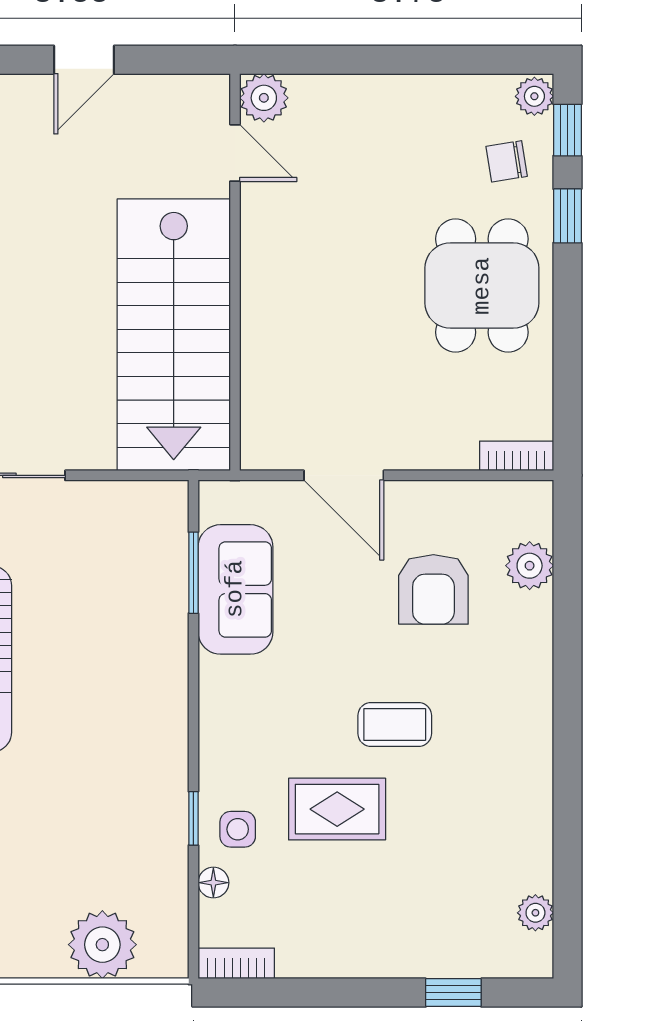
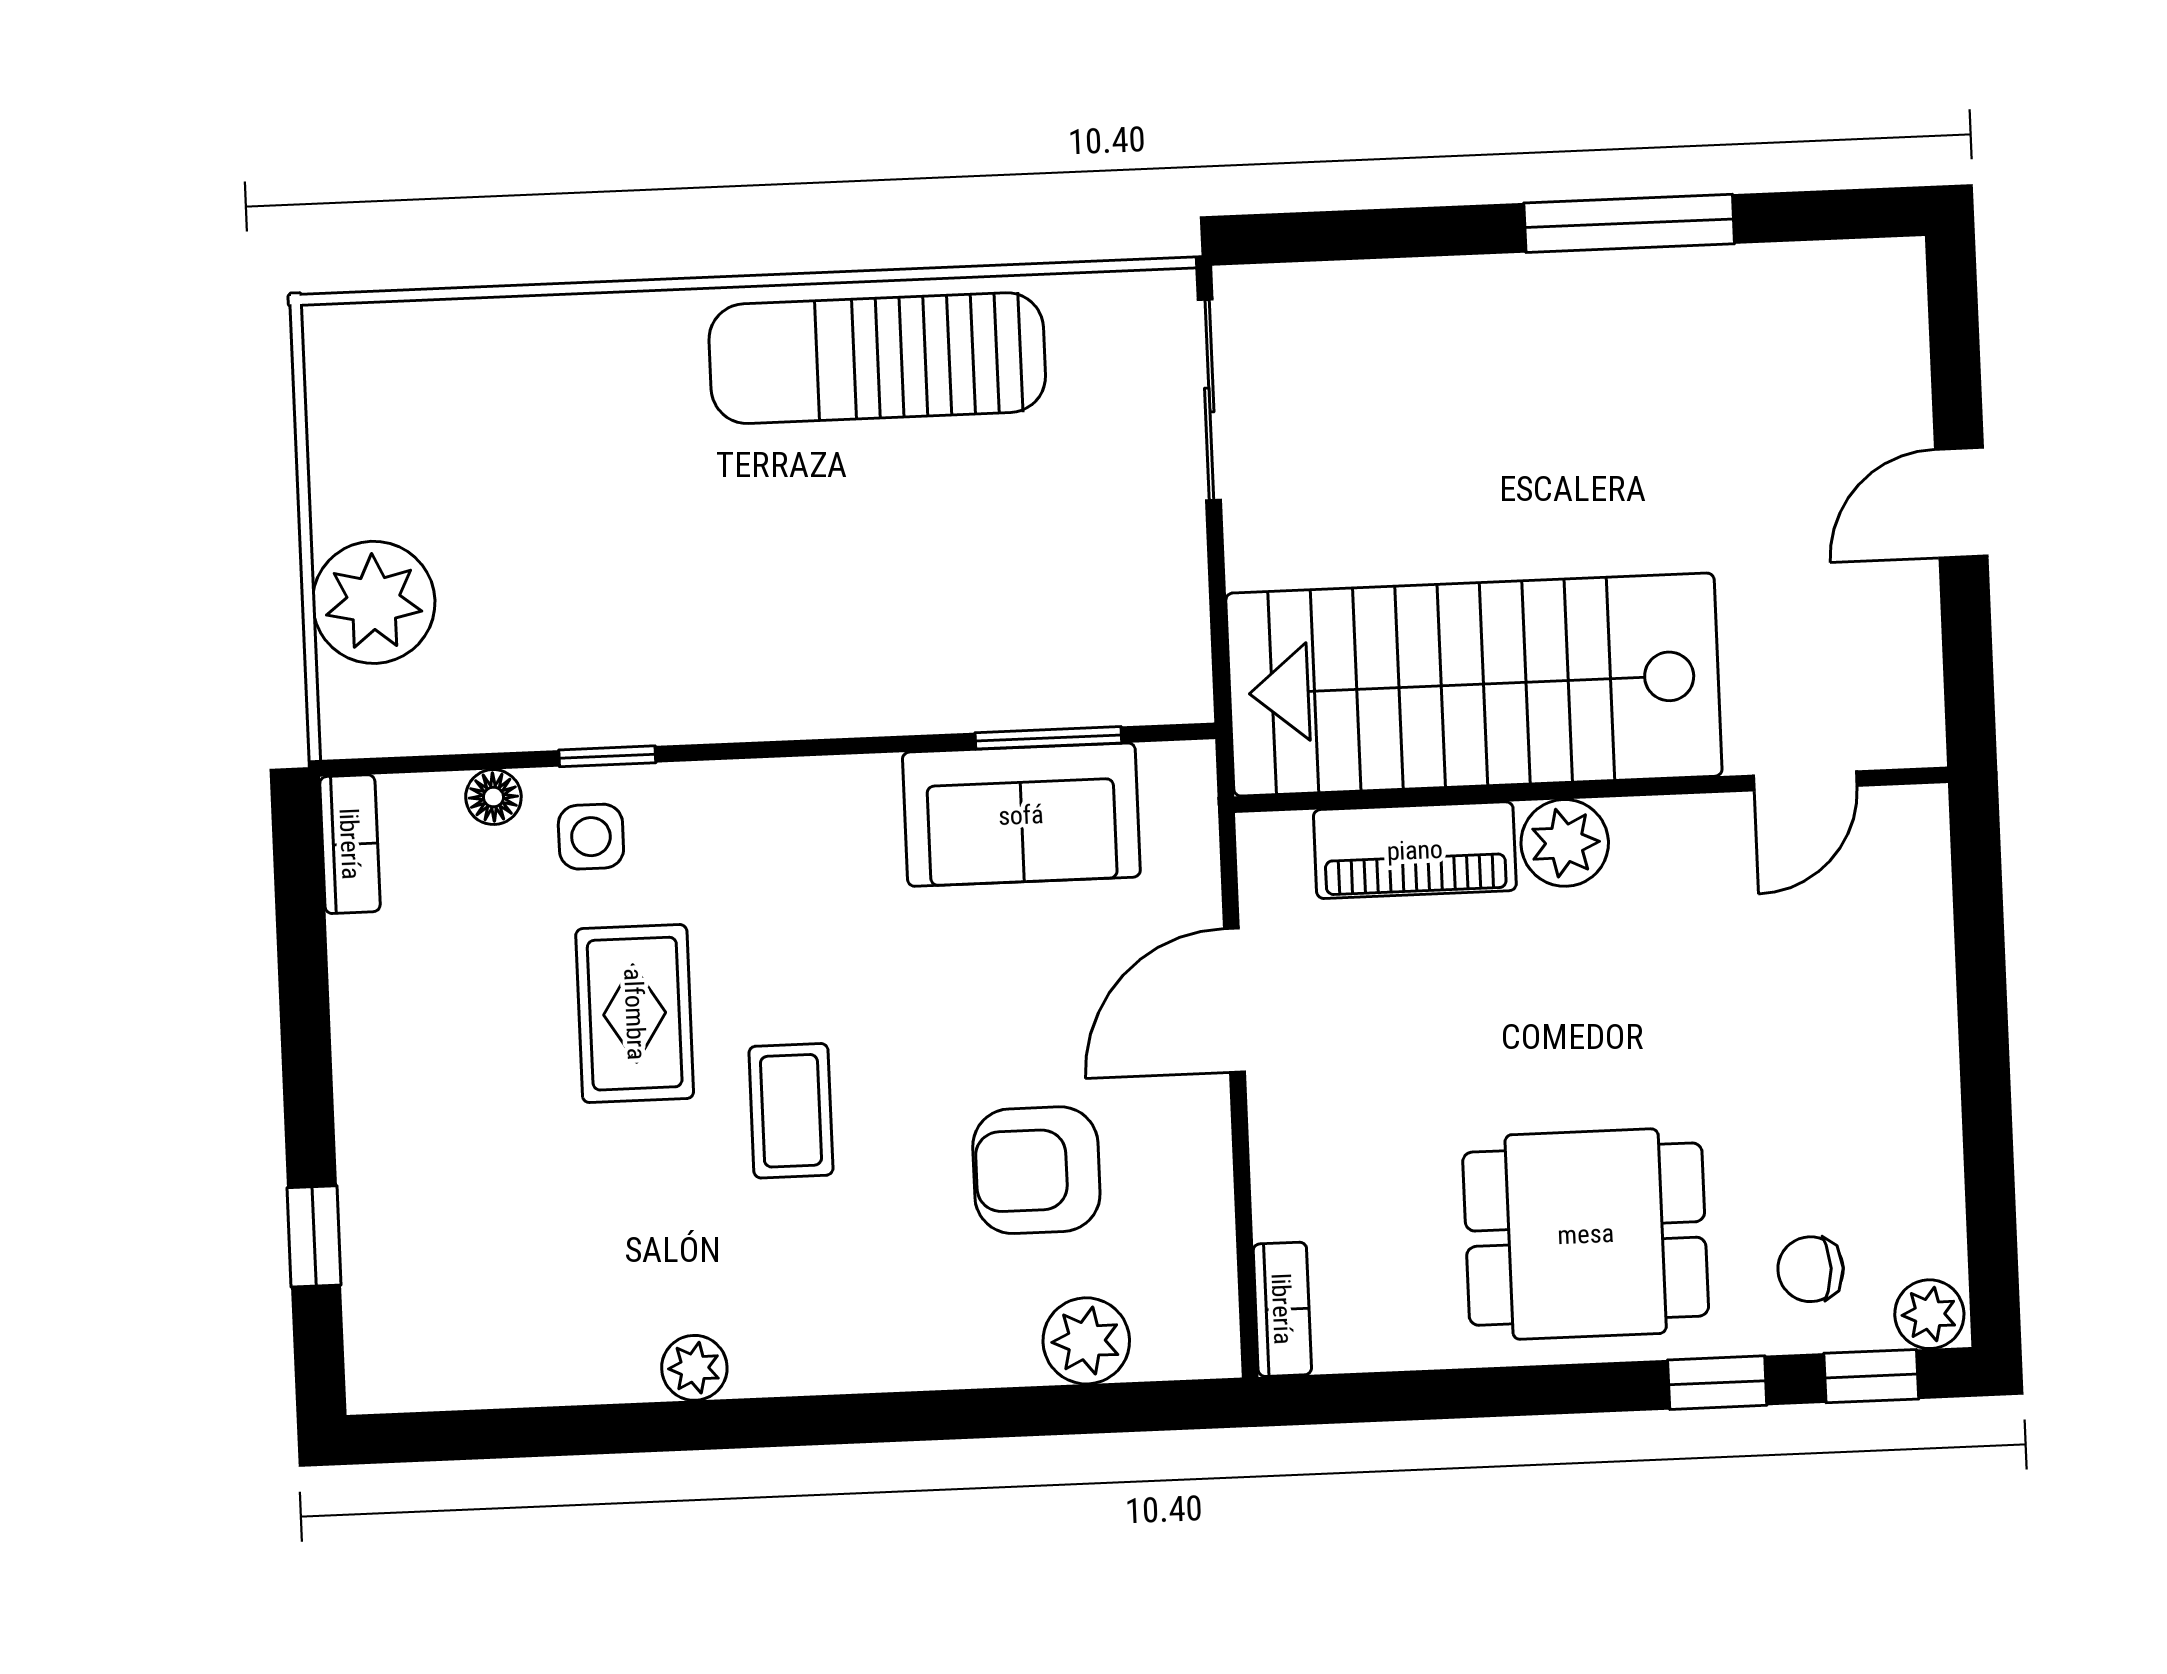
door: (84, 60) -> (1961, 503), hinge flipped
plant: (264, 98) -> (1565, 843), moved
chair: (507, 161) -> (1811, 1269), turned -81
piano: (264, 372) -> (1415, 850), added
plant: (535, 913) -> (694, 1368), moved

